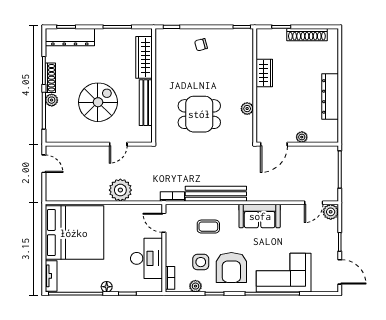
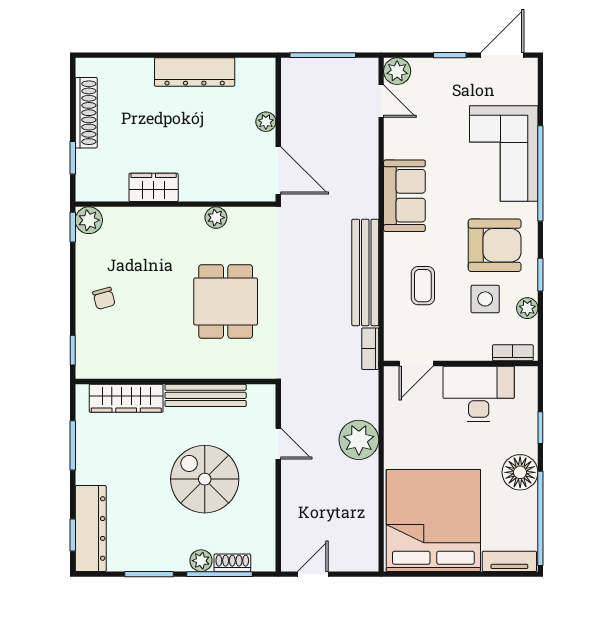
plant: (246, 36) -> (89, 220), added
shoe rack: (50, 78) -> (232, 563), moved, width x0.70
floor lamp: (107, 287) -> (520, 472), width x1.89, depth x1.89

